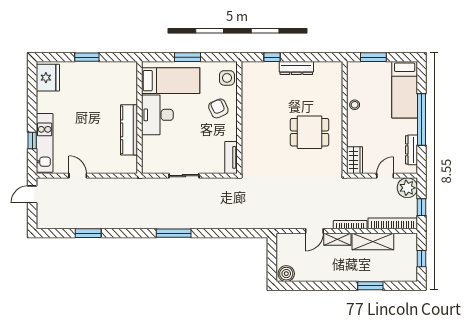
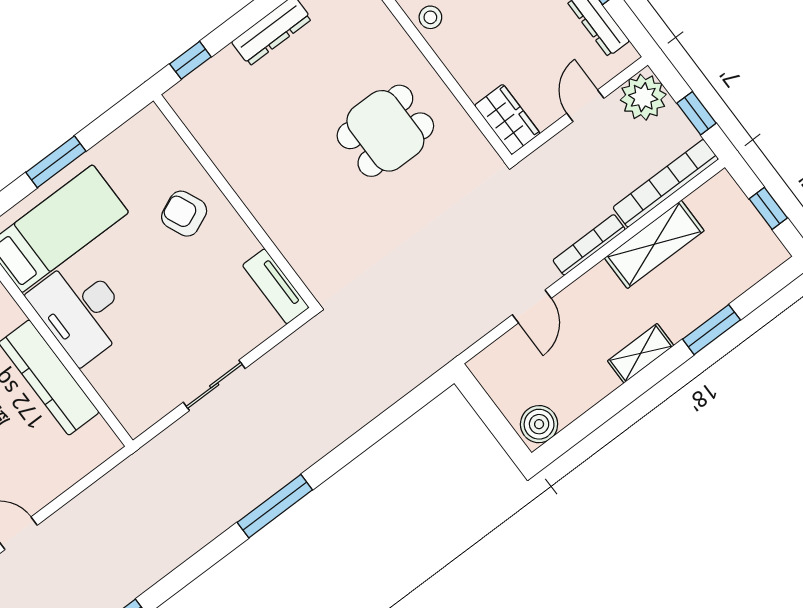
window: (272, 57) -> (190, 60), moved
side table: (227, 78) -> (157, 145), removed
shelving: (337, 239) -> (641, 353), moved

